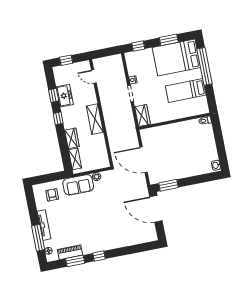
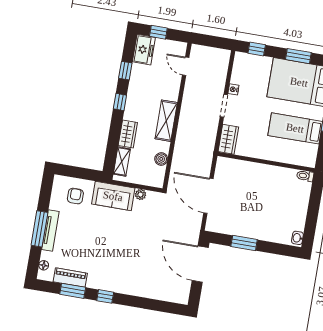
freezer: (65, 96) -> (144, 50), moved
boiler: (102, 147) -> (161, 159), added
window: (169, 185) -> (244, 243), moved
window: (38, 238) -> (39, 229), moved

